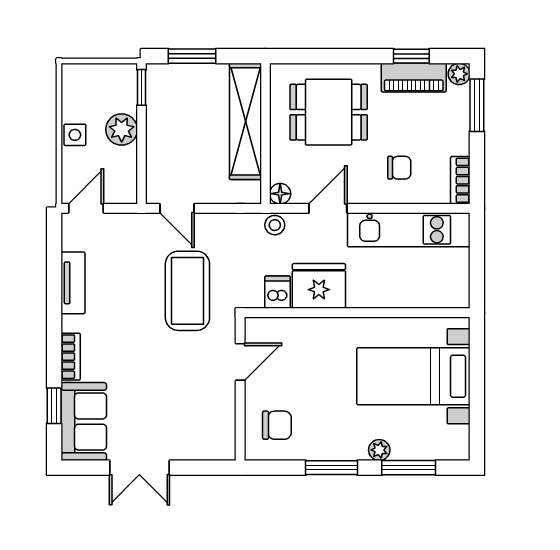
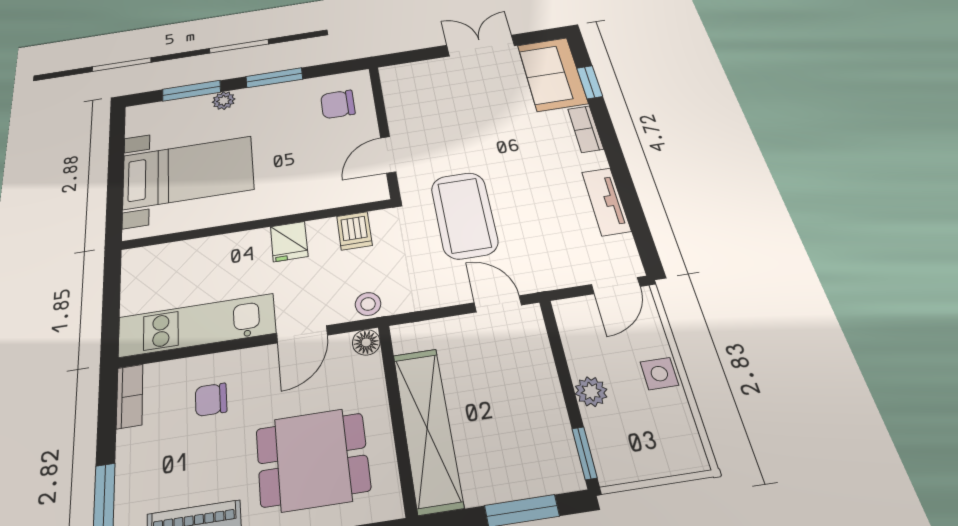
plant: (122, 130) -> (591, 392), width x0.73, depth x0.73
fridge: (319, 286) -> (289, 242), width x0.53, depth x0.75

